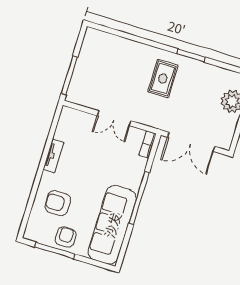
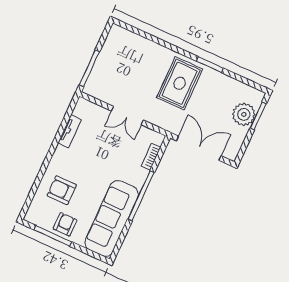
rug: (163, 78) -> (180, 83), width x1.36, depth x1.43
double door: (191, 142) -> (199, 148), swing flipped
bookcase: (148, 144) -> (151, 157), moved
tv unit: (54, 156) -> (70, 131), moved

